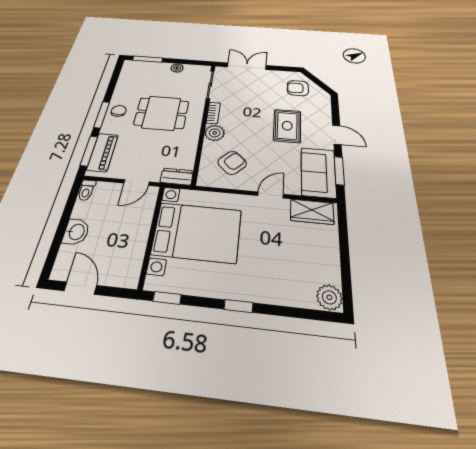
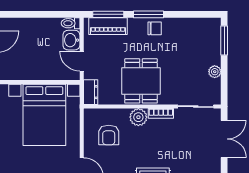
dining table: (161, 113) -> (141, 81), moved
armchair: (232, 163) -> (109, 135), turned 46
washbasin: (76, 232) -> (71, 40), moved, turned 90

